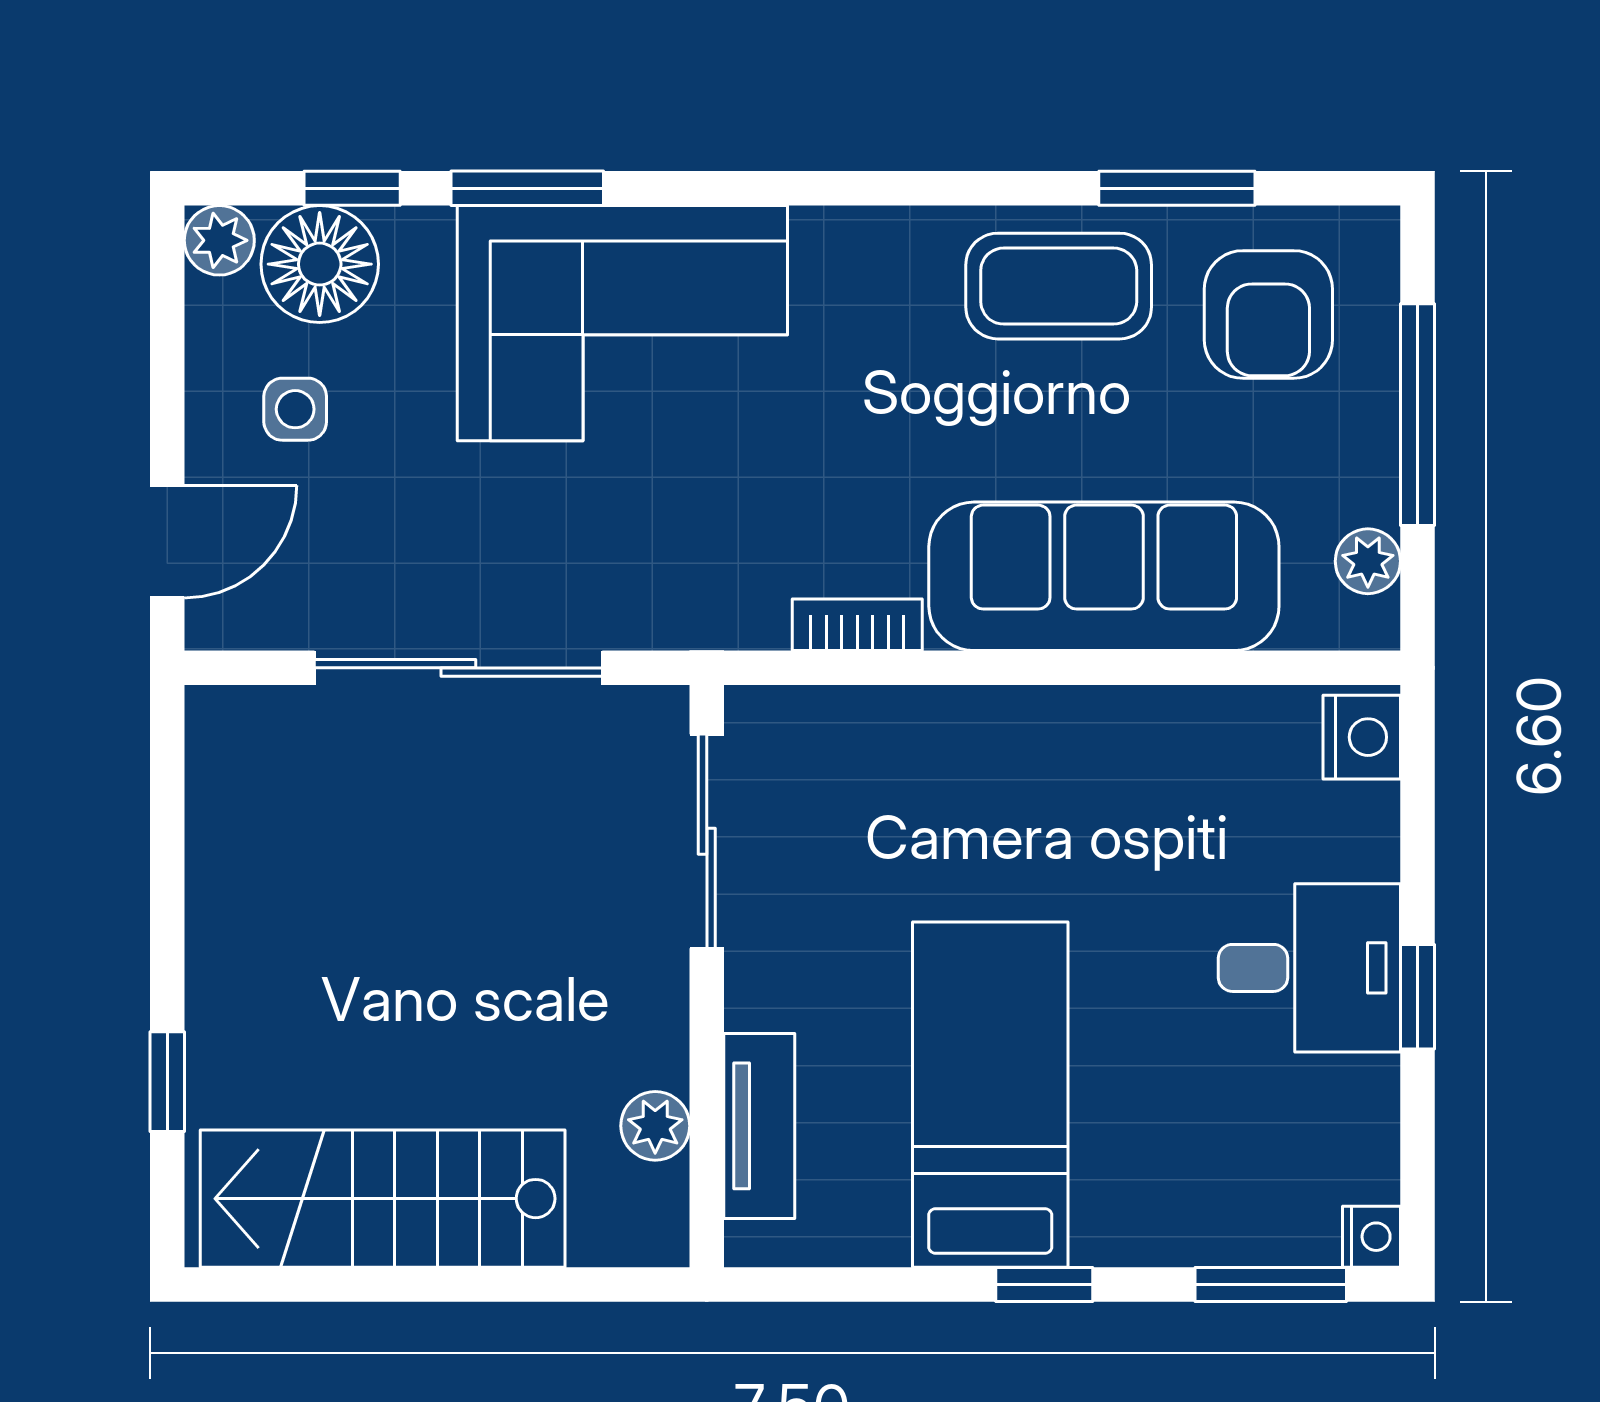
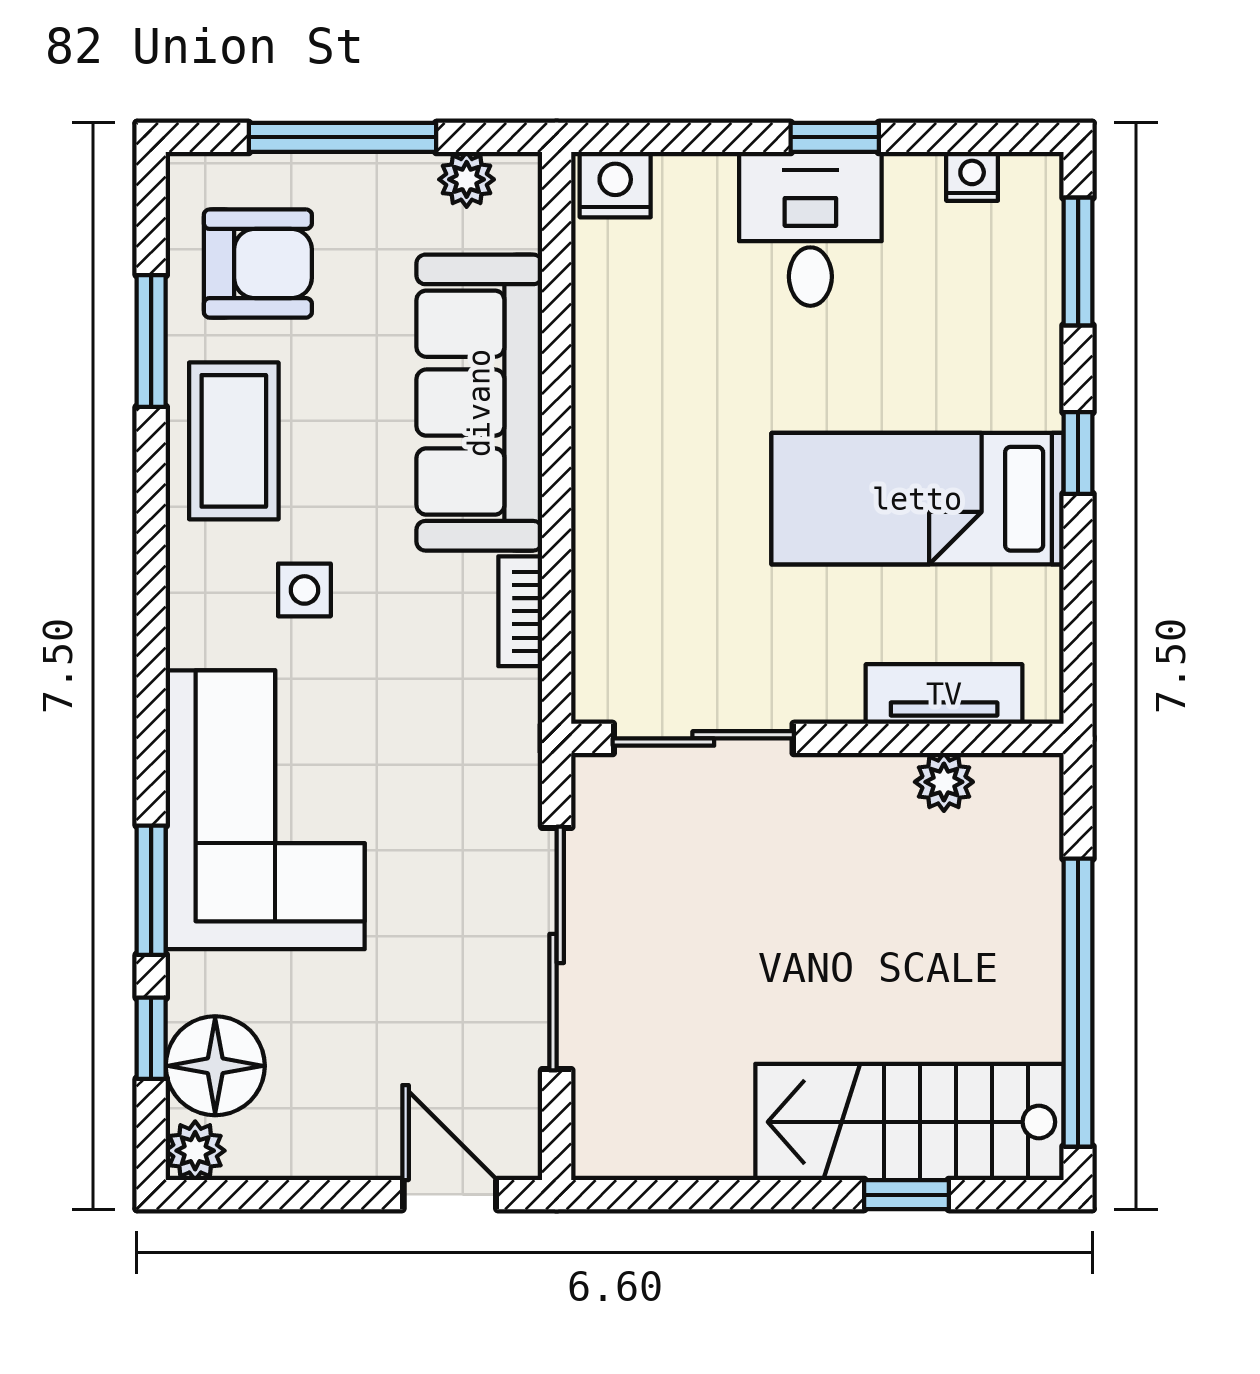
side table: (295, 409) -> (304, 590), moved
stairs: (383, 1199) -> (909, 1122), moved, turned 90
nightstand: (1371, 1237) -> (972, 176), moved
window: (394, 1284) -> (1078, 1003), added

